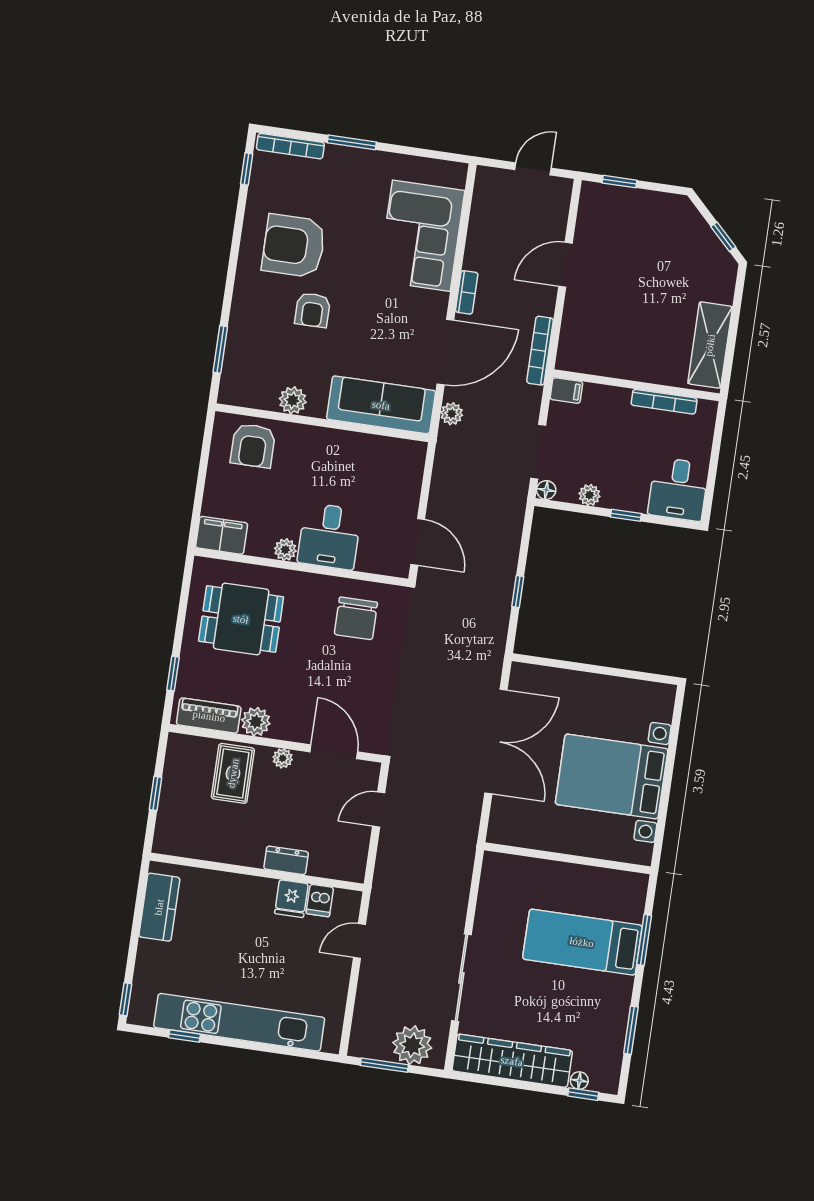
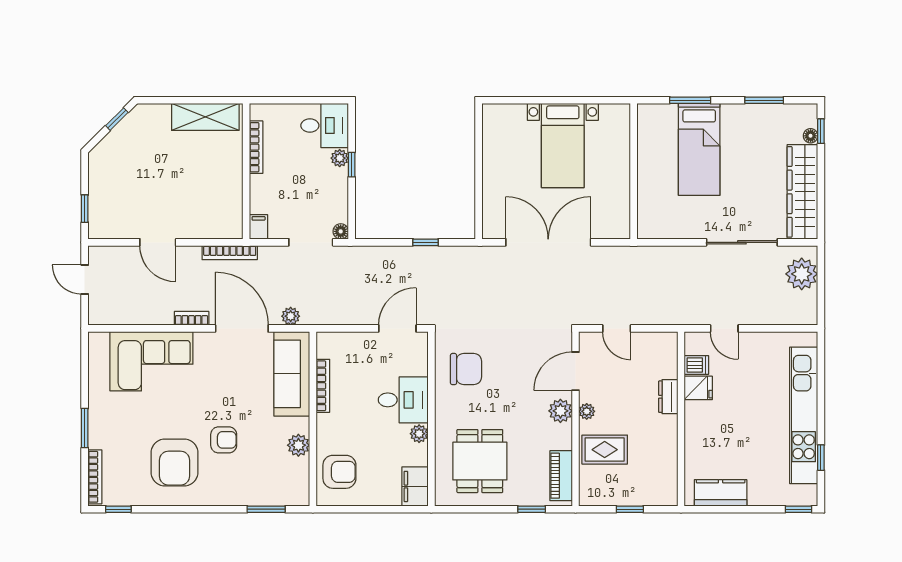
bookcase: (361, 441) -> (323, 386), added
plant: (589, 495) -> (340, 158), moved
plant: (256, 722) -> (560, 411), moved
bed with nightstands: (612, 776) -> (563, 145), width x0.73
window: (384, 1065) -> (821, 294), removed

